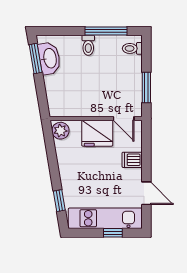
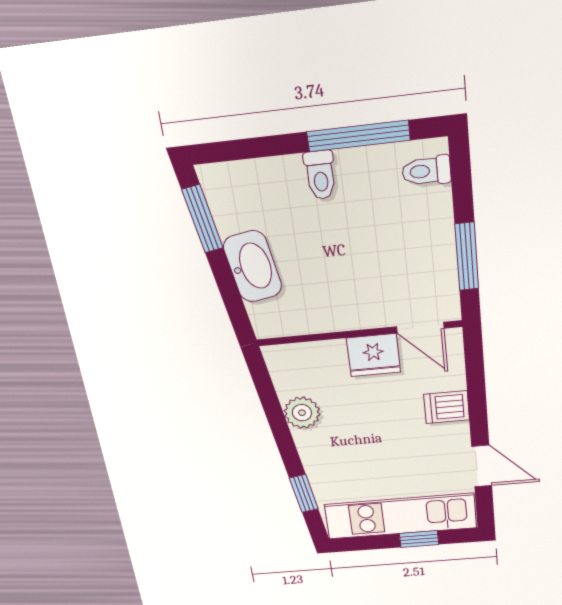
washbasin: (49, 58) -> (253, 267), moved
plant: (60, 131) -> (302, 413), moved
fridge: (97, 133) -> (374, 355), width x0.73, depth x0.75

